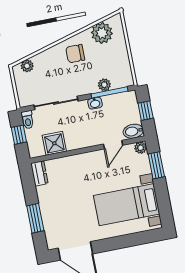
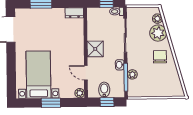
plant: (102, 33) -> (158, 33), moved
bidet: (133, 131) -> (104, 90), moved
shower: (54, 143) -> (95, 49), moved
window: (156, 165) -> (51, 103), moved

